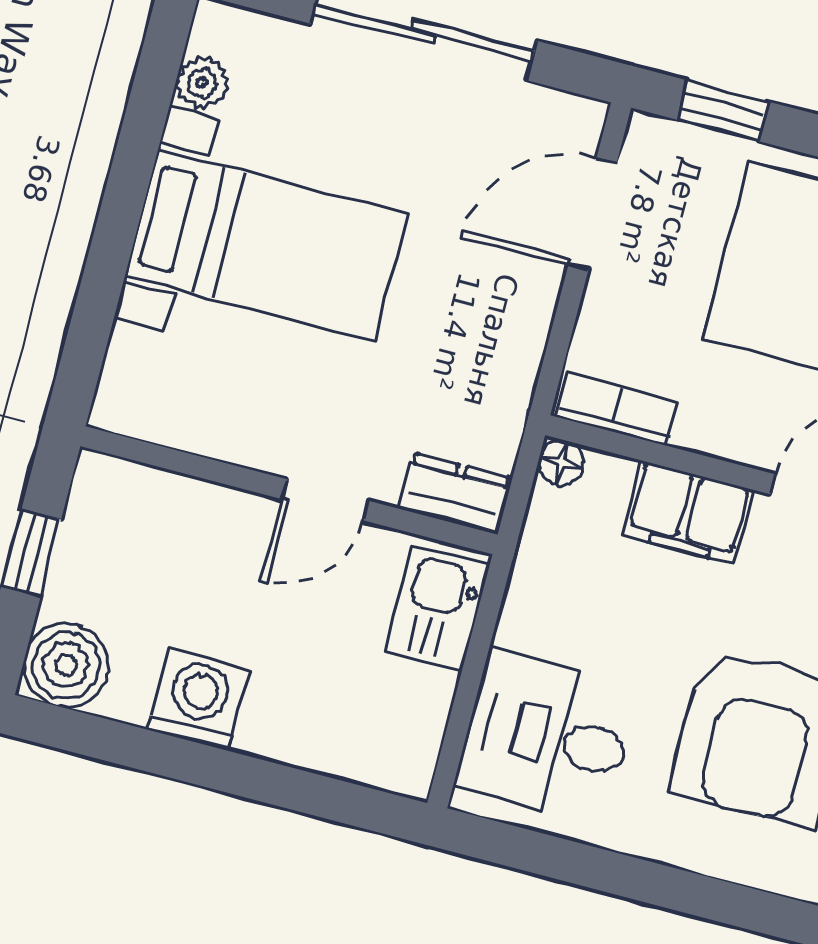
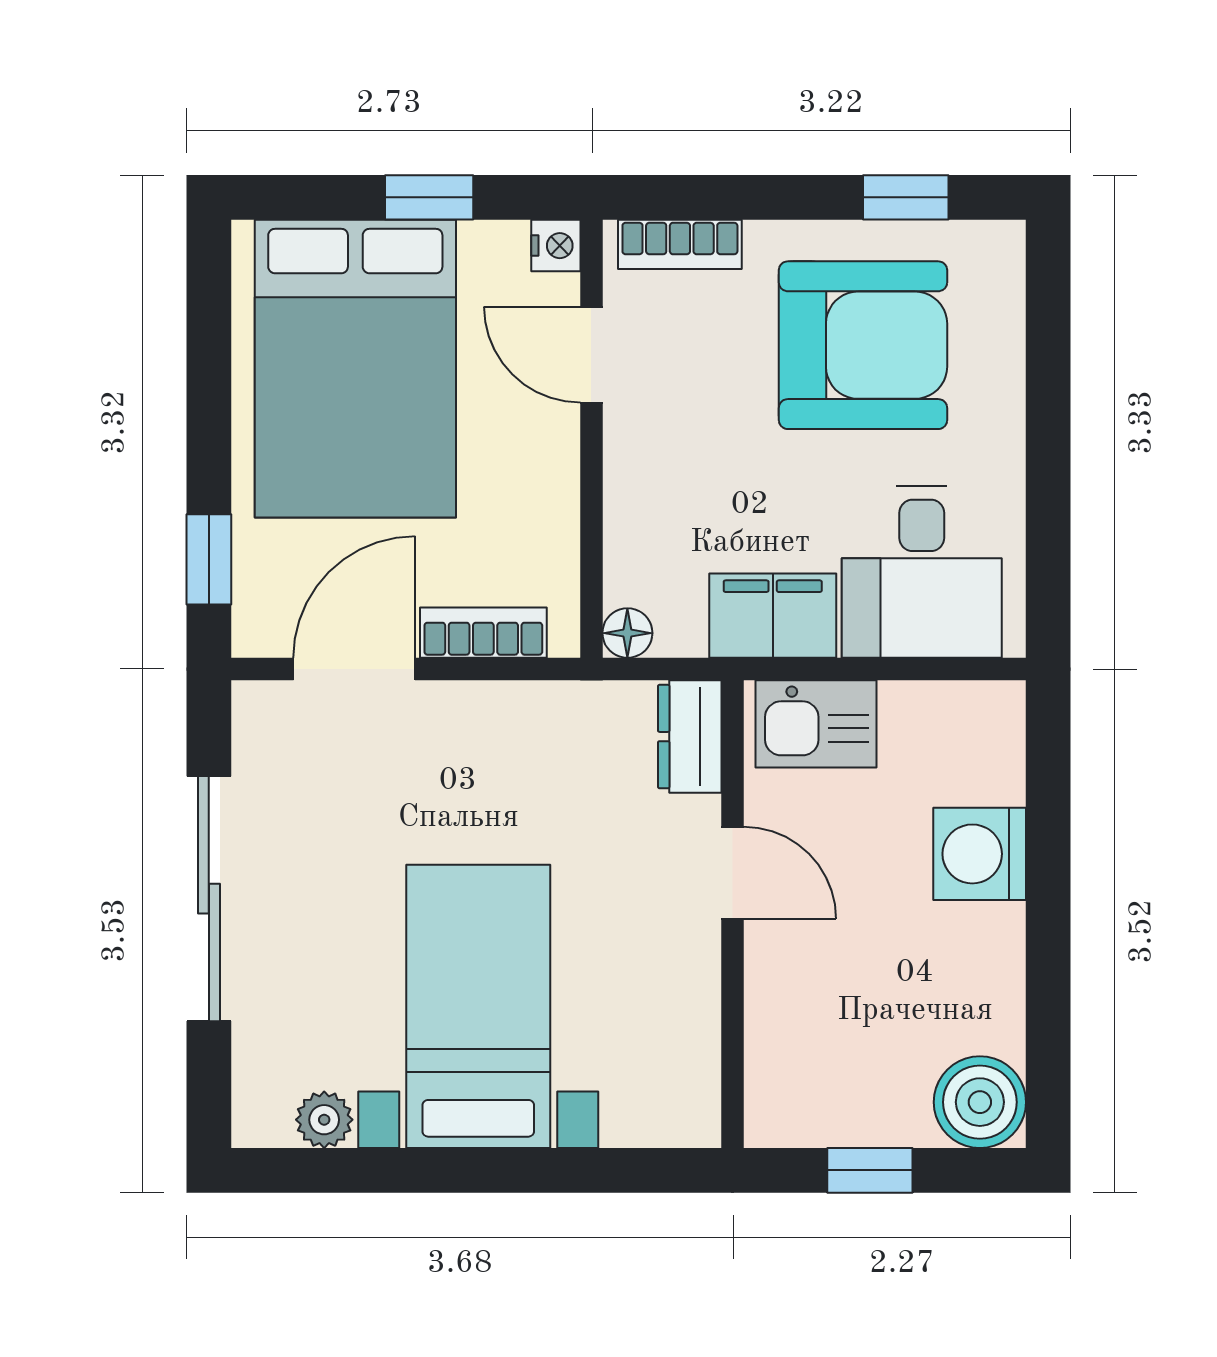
door: (593, 213) -> (354, 669), swing flipped
bookcase: (616, 409) -> (483, 633), moved, turned 90
filing cabinet: (688, 512) -> (773, 616), moved, turned -90
washing machine: (198, 699) -> (980, 854), moved

